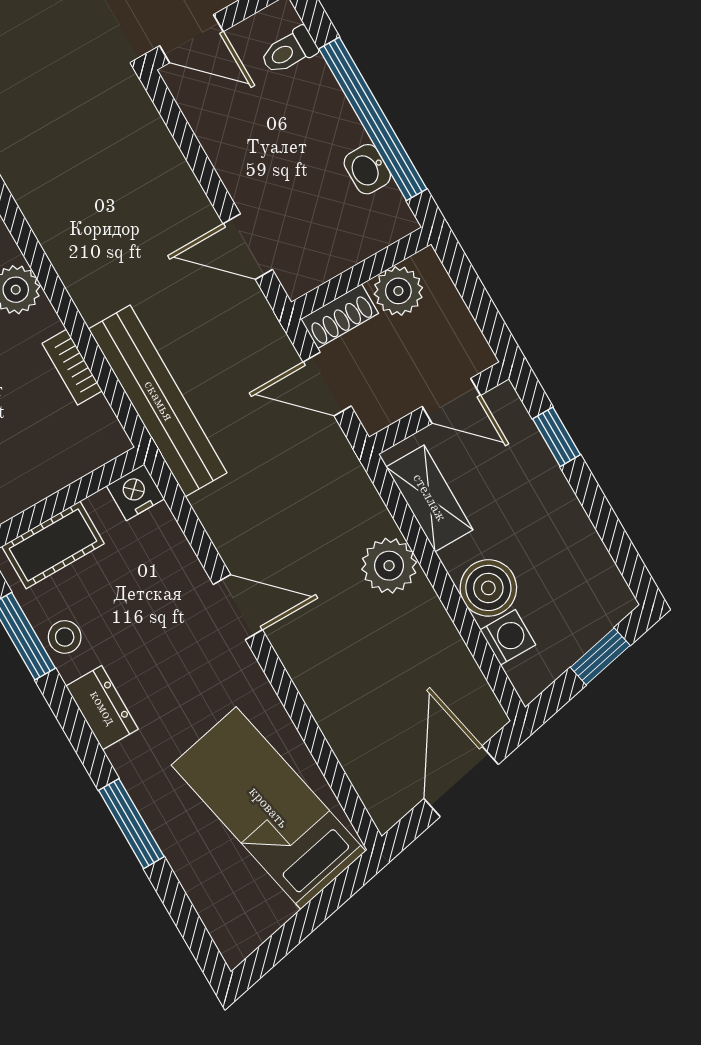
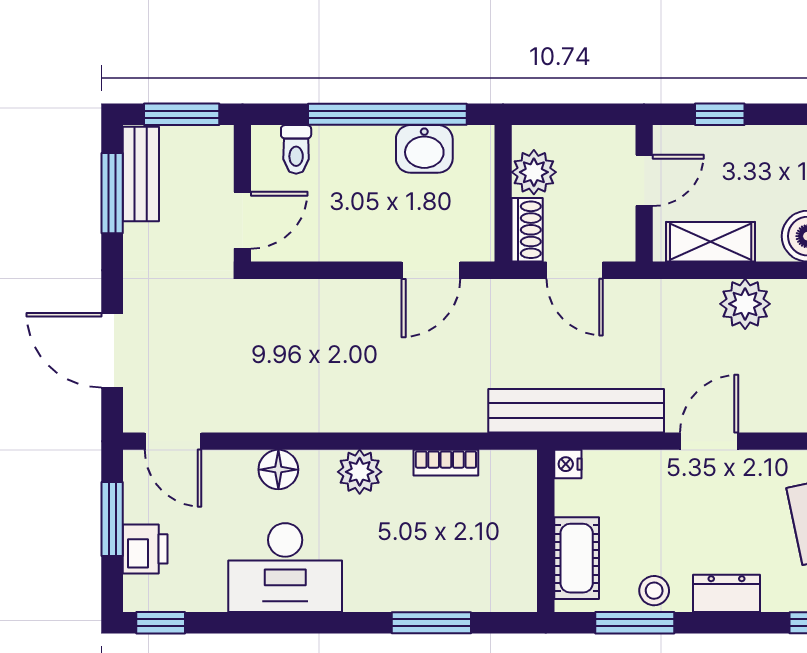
washbasin: (367, 169) -> (424, 149), width x1.38, depth x1.45
door: (327, 384) -> (575, 270), hinge flipped
bench: (158, 401) -> (576, 411), moved
nightstand: (135, 492) -> (568, 464), width x0.72, depth x0.74

